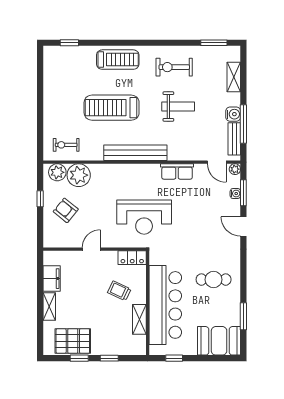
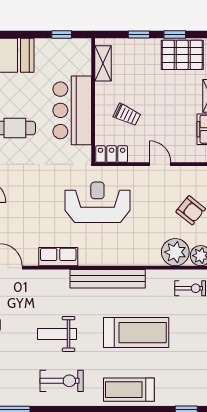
door: (91, 249) -> (160, 164), swing flipped
bar counter: (165, 305) -> (72, 110), width x0.73
shelving: (139, 319) -> (103, 63), moved

